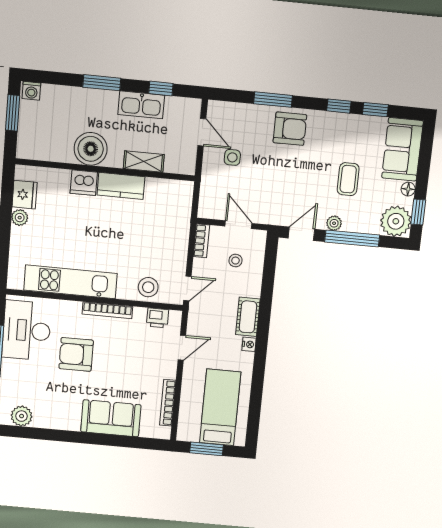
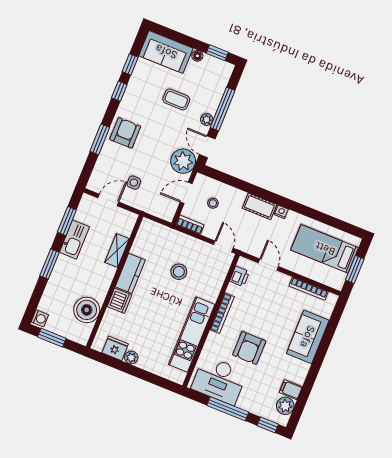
window: (161, 89) -> (67, 221), width x1.50
boiler: (91, 149) -> (87, 310), moved
plant: (396, 221) -> (183, 161), moved
stool: (148, 287) -> (179, 272), moved
filing cabinet: (43, 417) -> (291, 390), added

